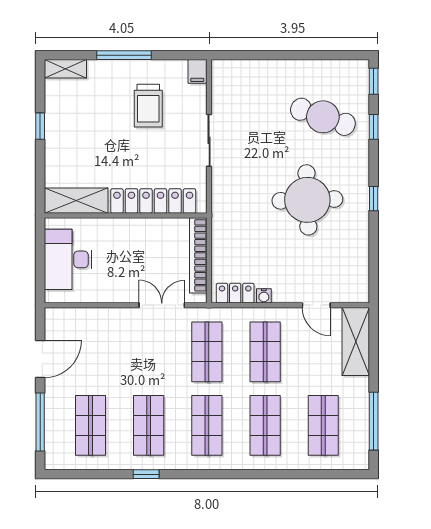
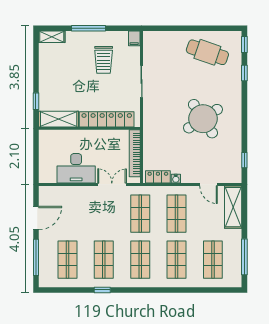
cafe table: (323, 117) -> (207, 52), moved
window: (40, 126) -> (36, 101), moved
window: (374, 199) -> (244, 160), moved
round table: (307, 200) -> (203, 119), turned -31
desk: (68, 259) -> (76, 168), moved, turned -90

